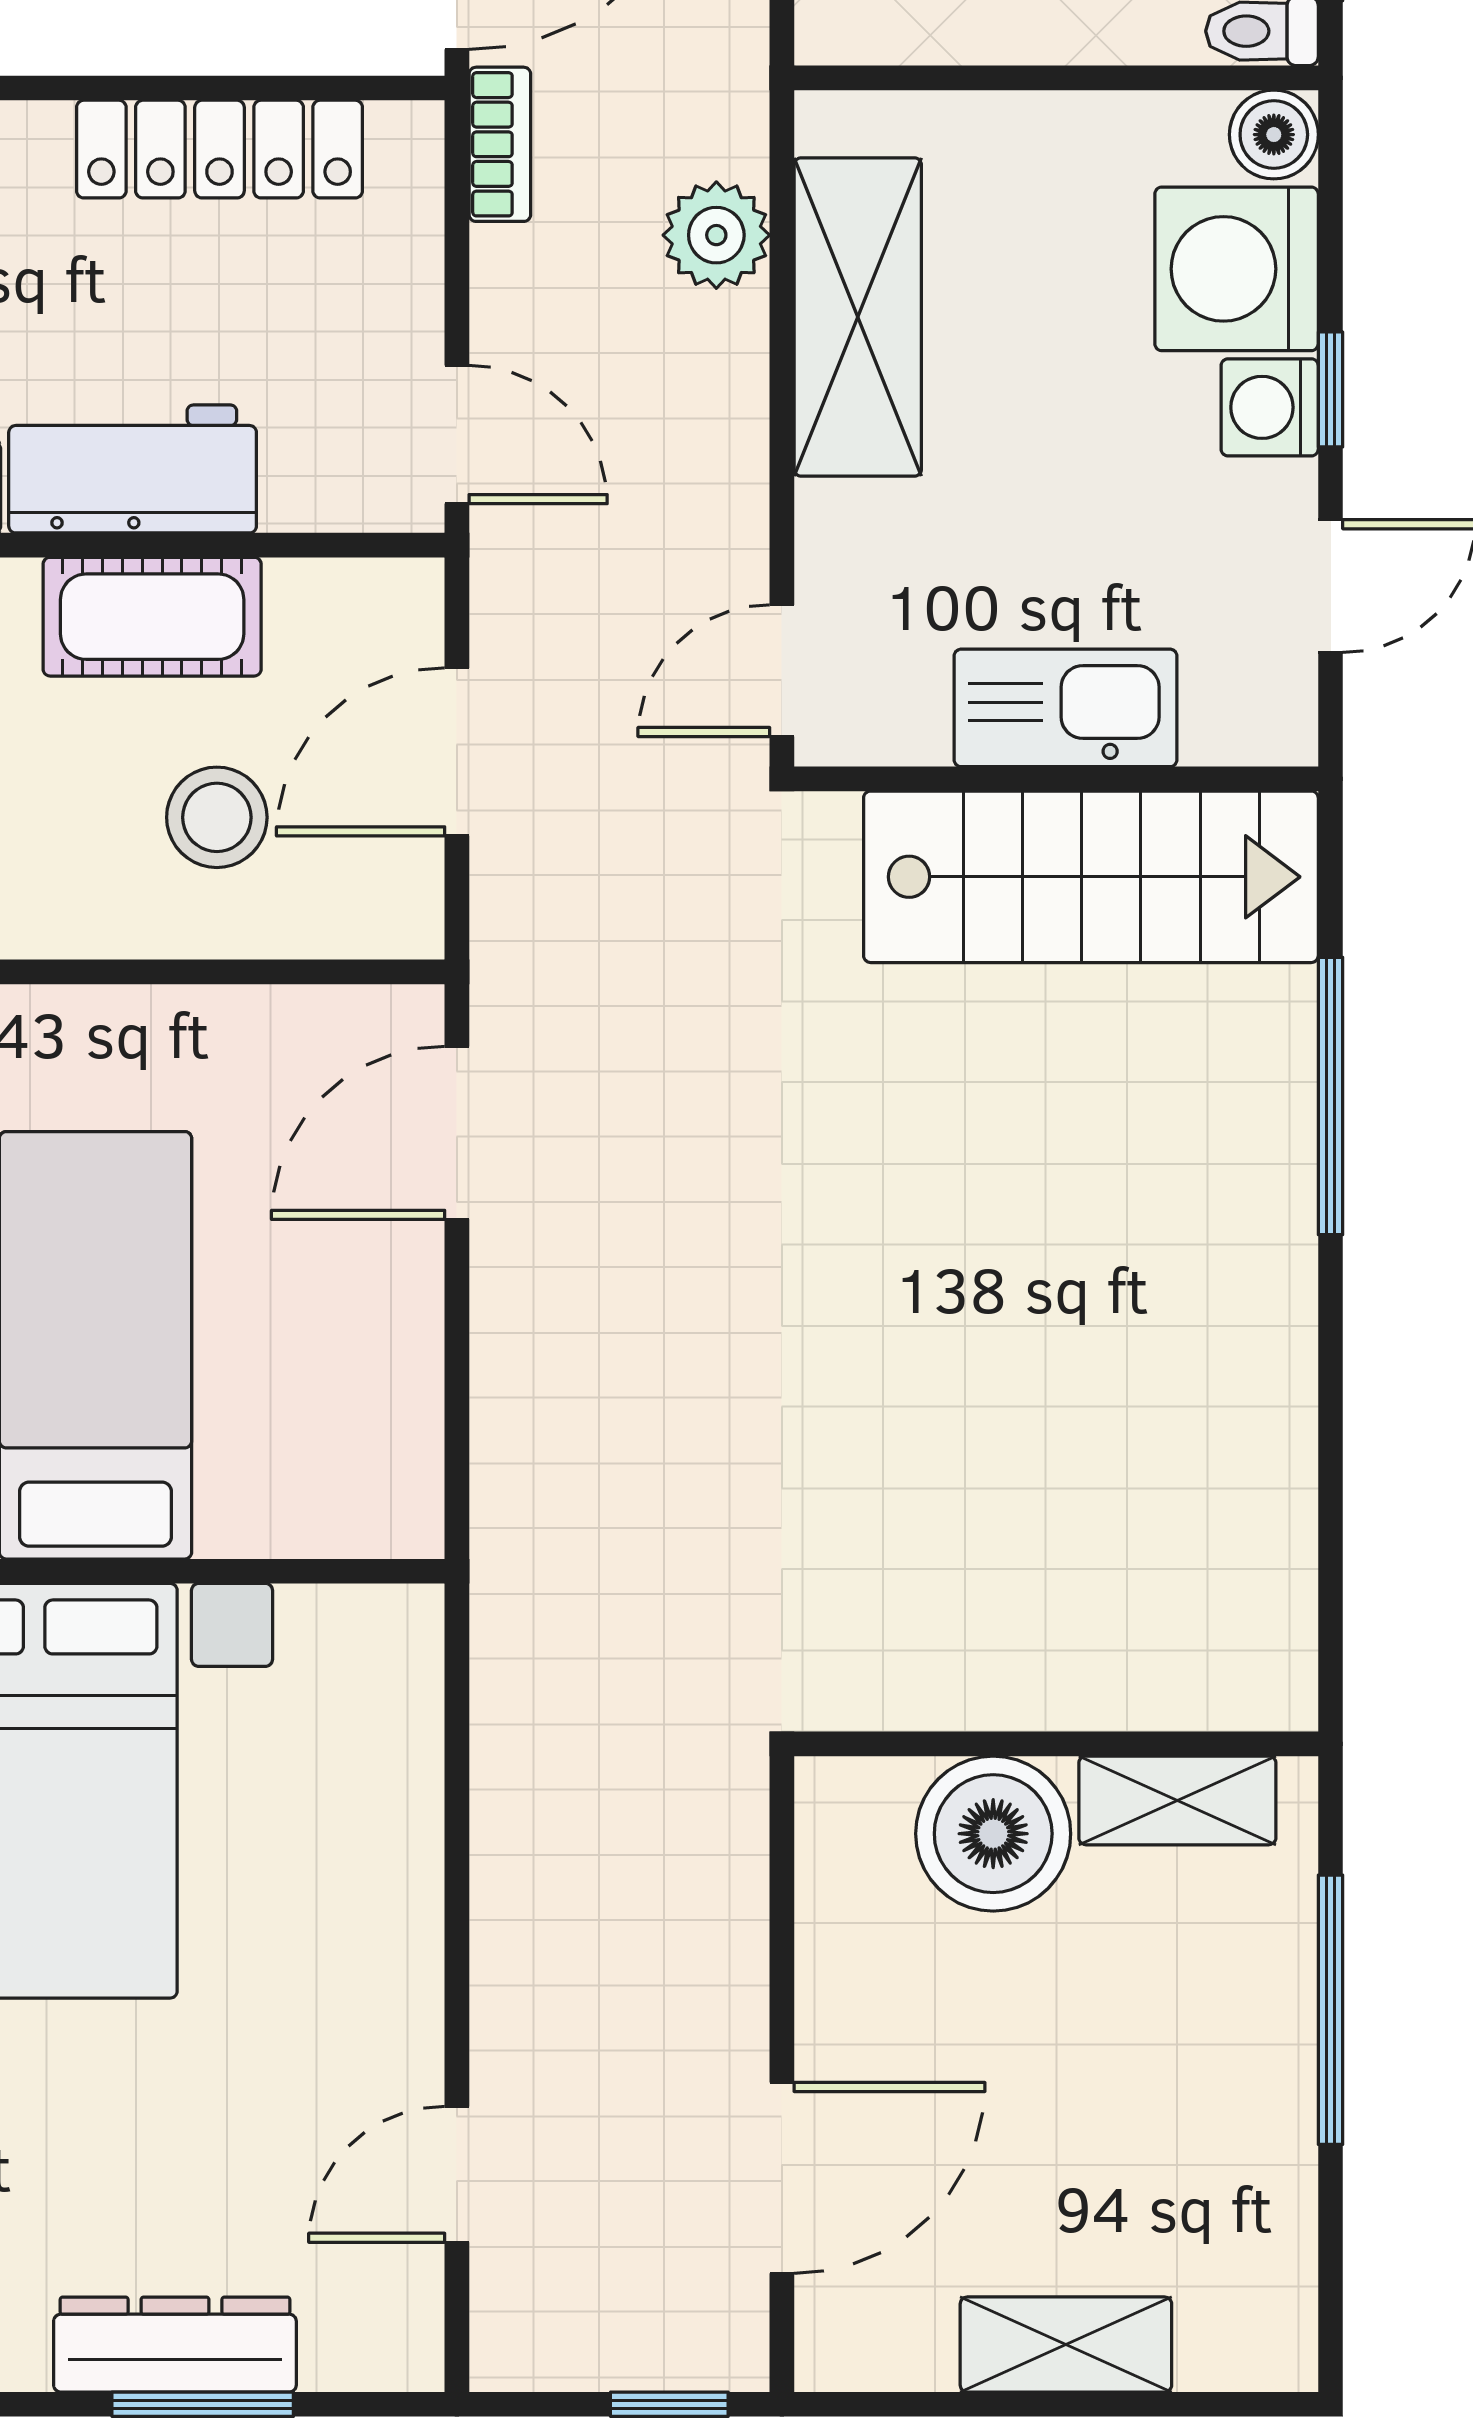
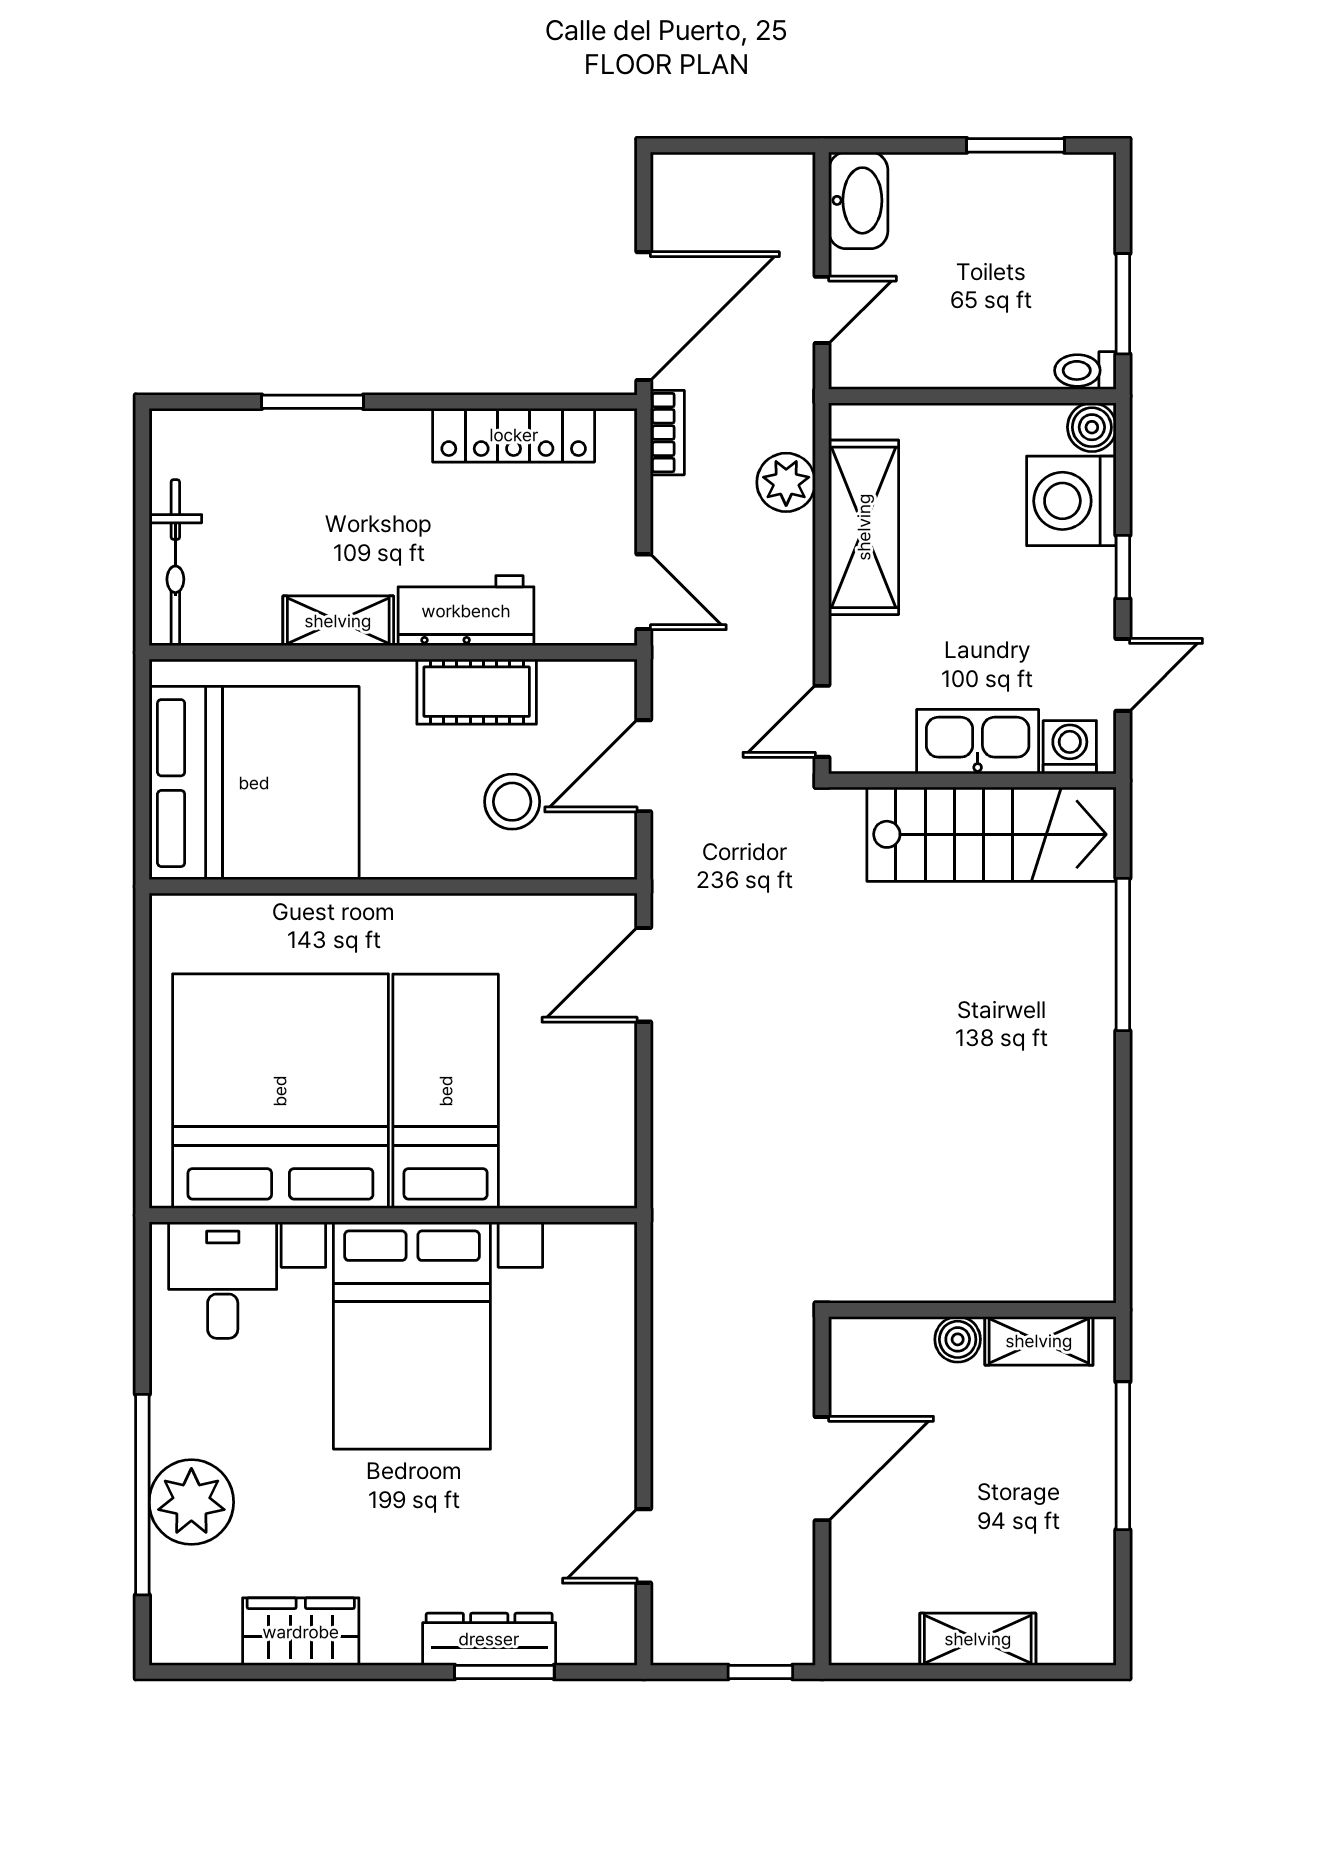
washing machine: (1270, 407) -> (1070, 747), moved, turned 90
boiler: (993, 1834) -> (958, 1339), width x0.54, depth x0.54
door: (782, 2178) -> (822, 1469), moved

